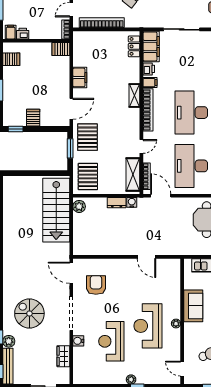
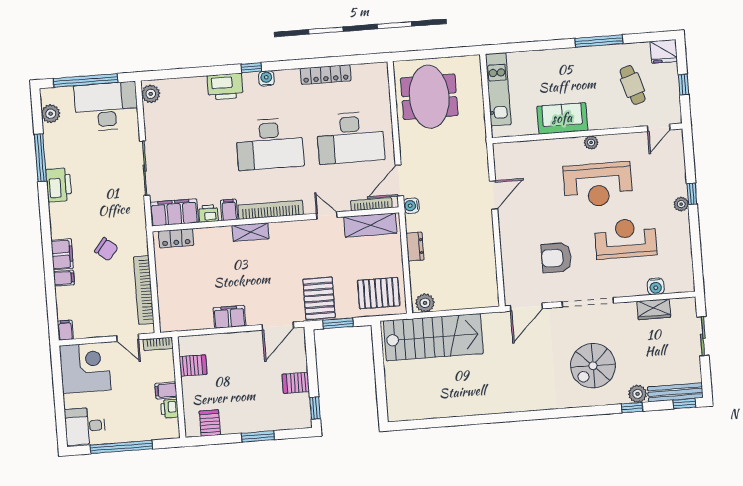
filing cabinet: (11, 32) -> (166, 390), moved
server rack: (61, 49) -> (193, 365), moved, turned -90
door: (71, 109) -> (278, 326), swing flipped
pallet: (87, 137) -> (319, 298), turned 90
water cooler: (132, 202) -> (411, 206), moved
armchair: (96, 285) -> (556, 258), moved
water cooler: (78, 341) -> (656, 286), moved
reception desk: (111, 341) -> (626, 238), turned 180

